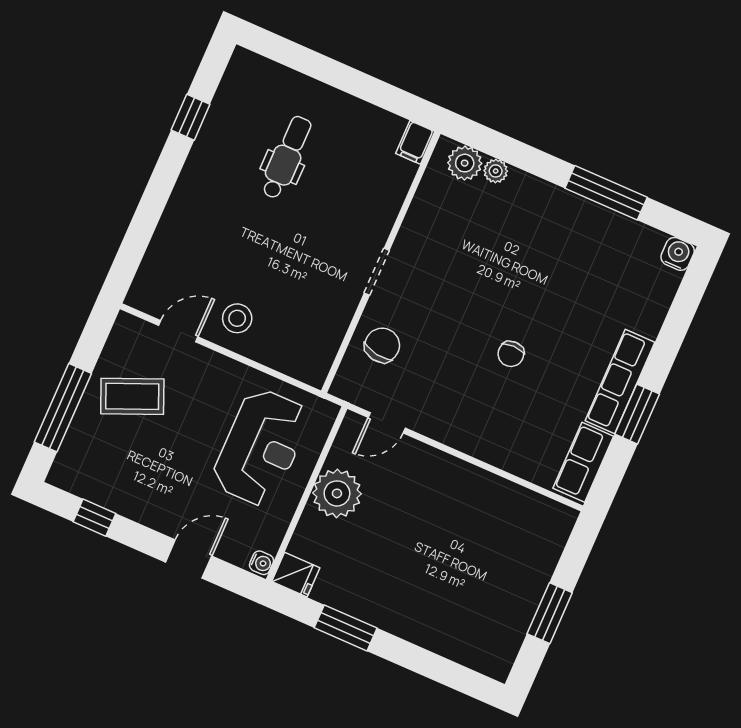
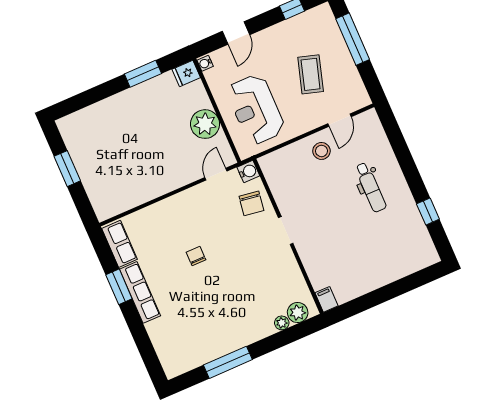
dental chair: (286, 157) -> (371, 187), moved
water cooler: (678, 254) -> (248, 172), moved, turned -90
coffee table: (132, 396) -> (311, 74), moved, turned -50

